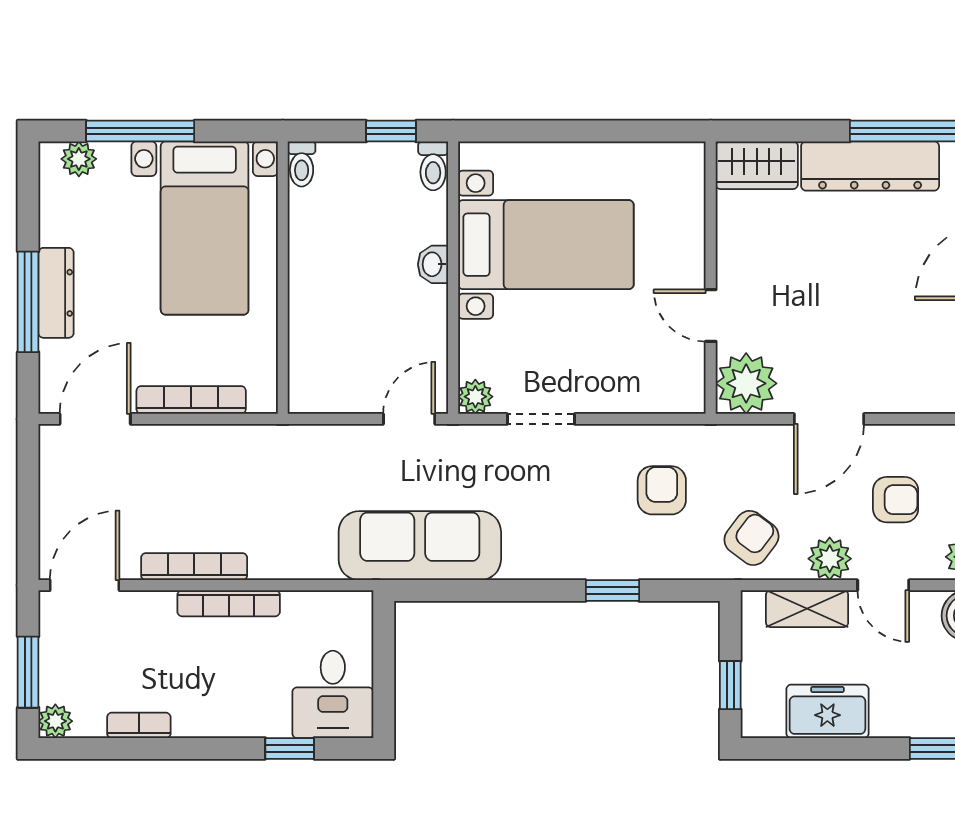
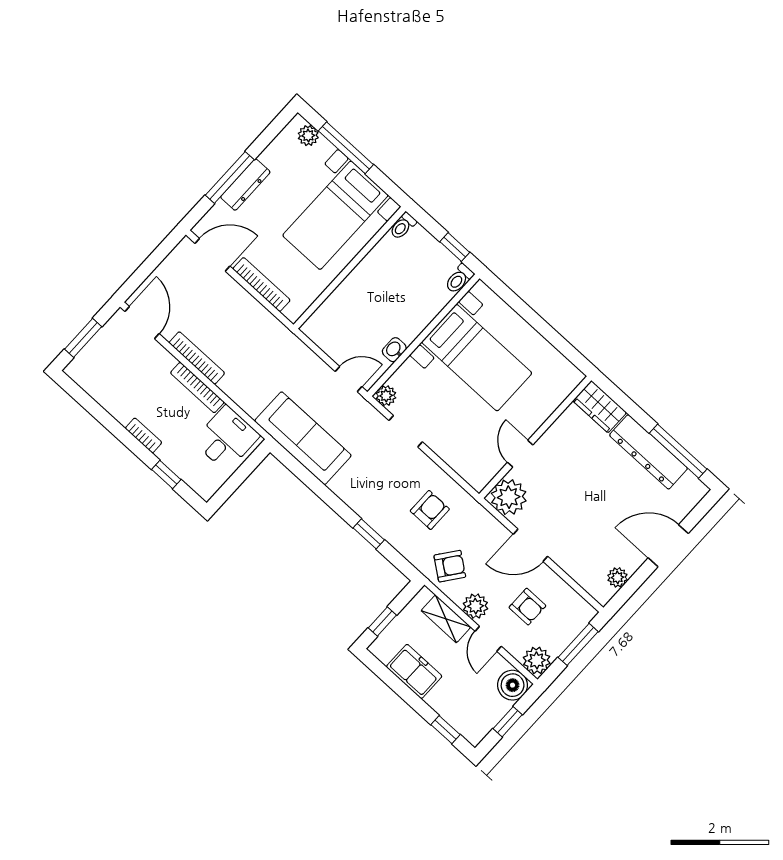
washbasin: (433, 264) -> (394, 350), moved
door: (85, 585) -> (142, 323), hinge flipped
desk: (333, 694) -> (226, 438), moved, turned 180
plant: (55, 721) -> (76, 370), removed
bookcase: (139, 725) -> (143, 435), moved

